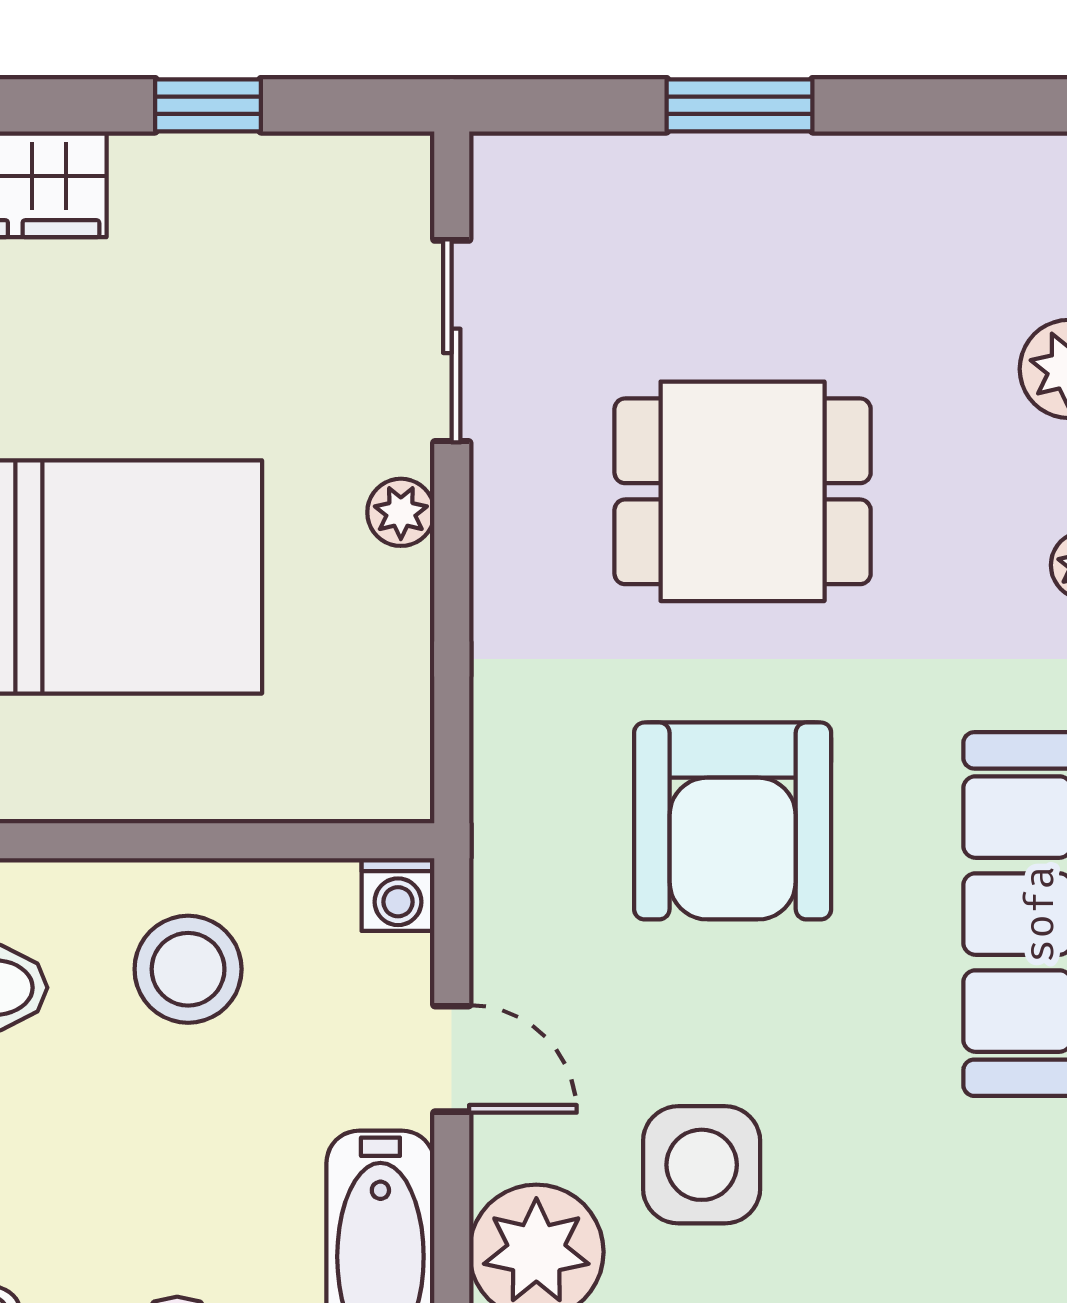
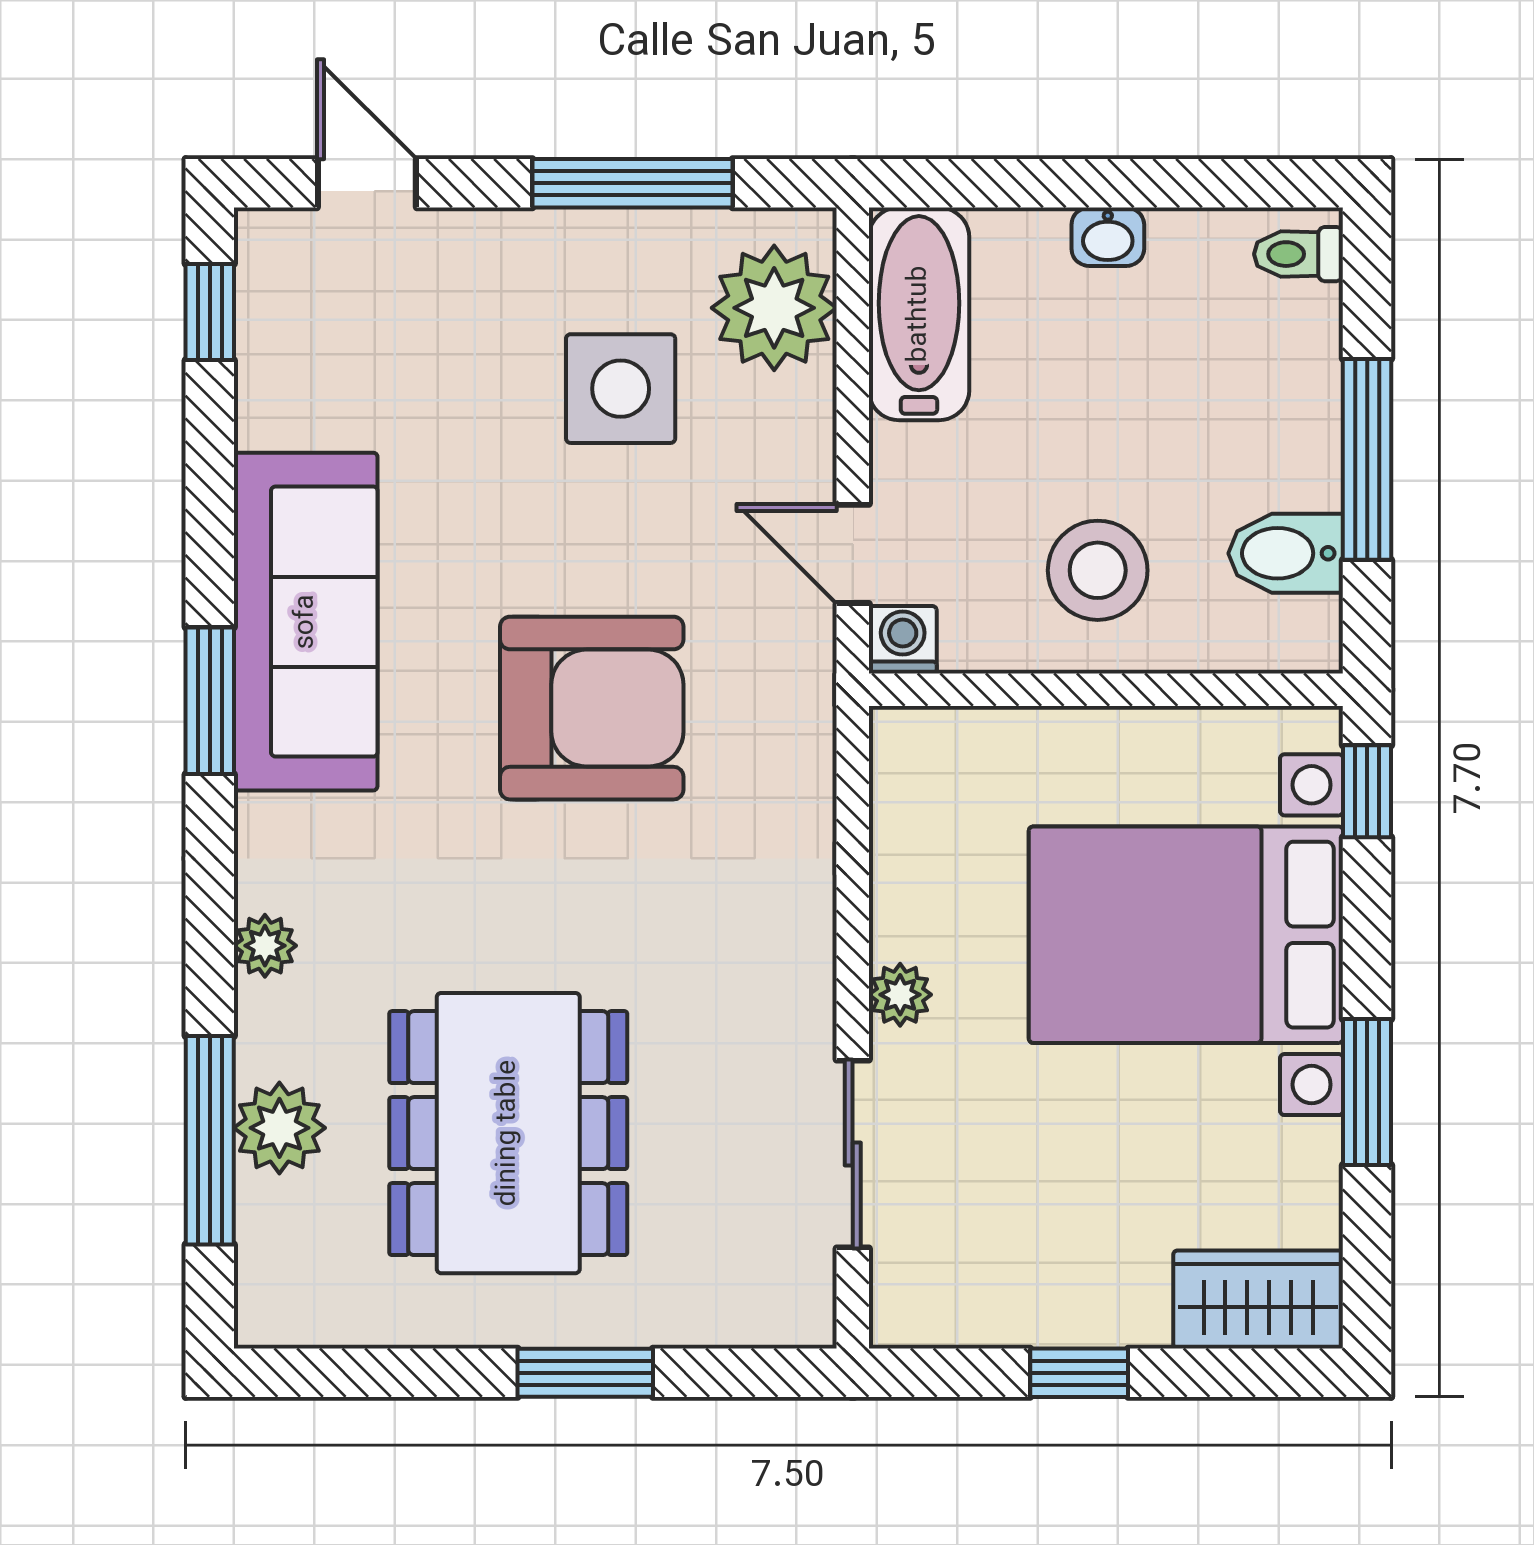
dining table: (743, 491) -> (508, 1133), moved, width x1.38
armchair: (733, 821) -> (592, 708), turned 90
door: (452, 1059) -> (853, 554), moved

